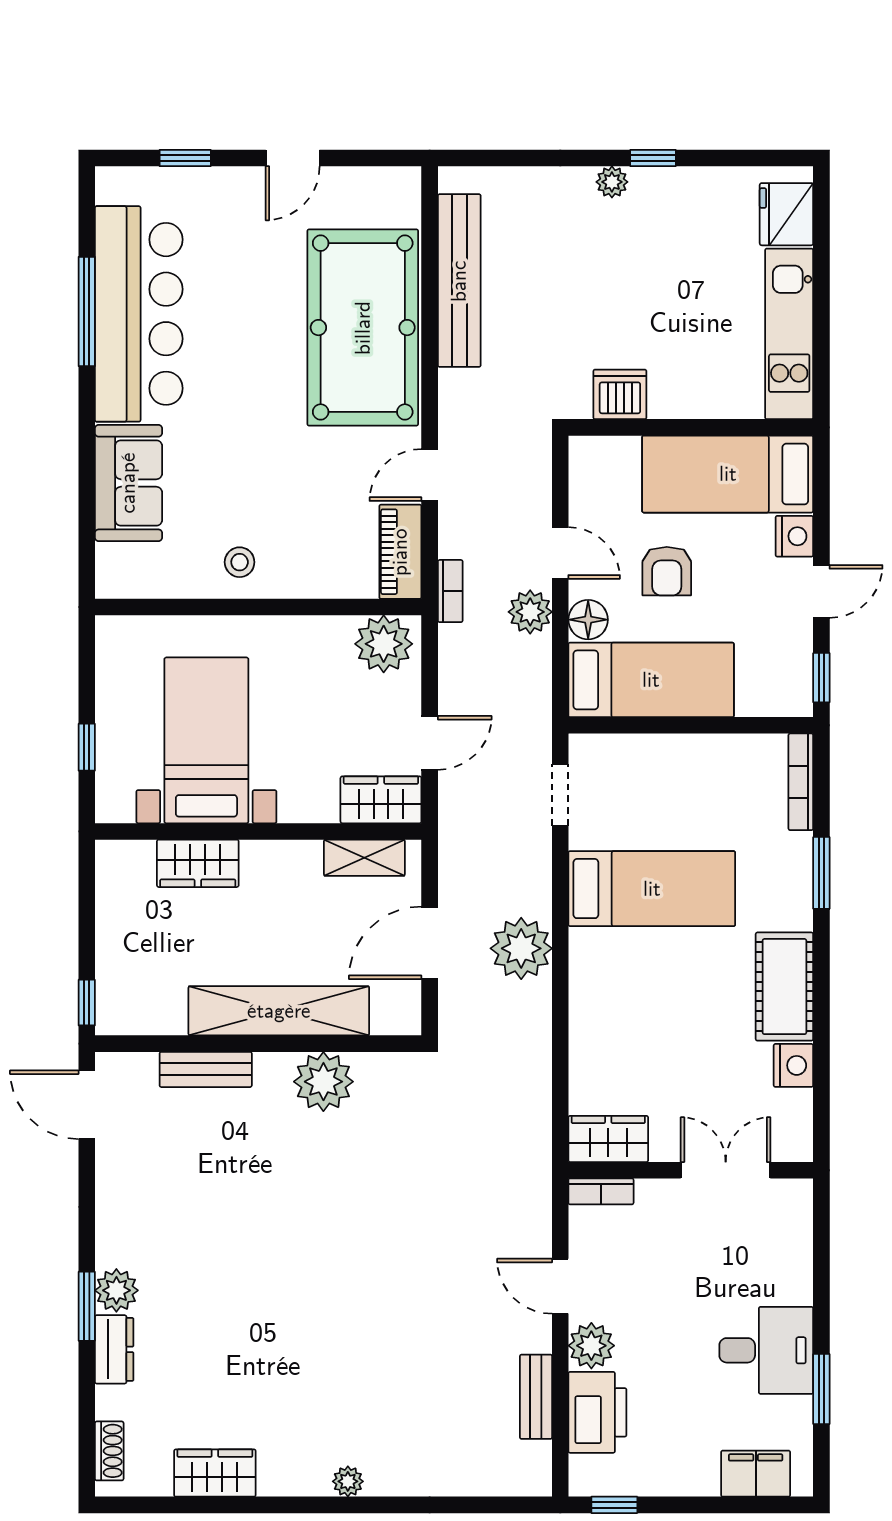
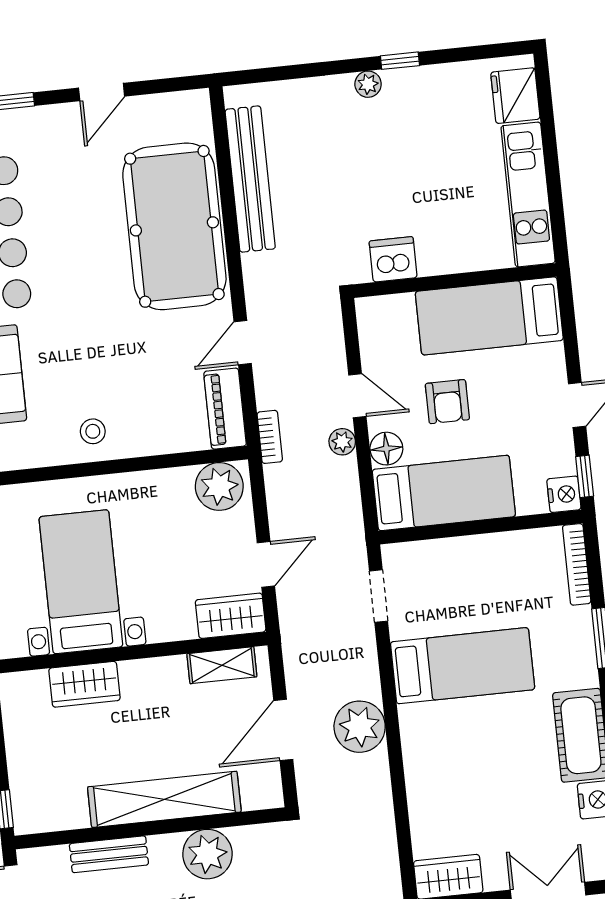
nightstand: (794, 536) -> (564, 494), moved
plant: (530, 612) -> (342, 442), width x0.73, depth x0.73

